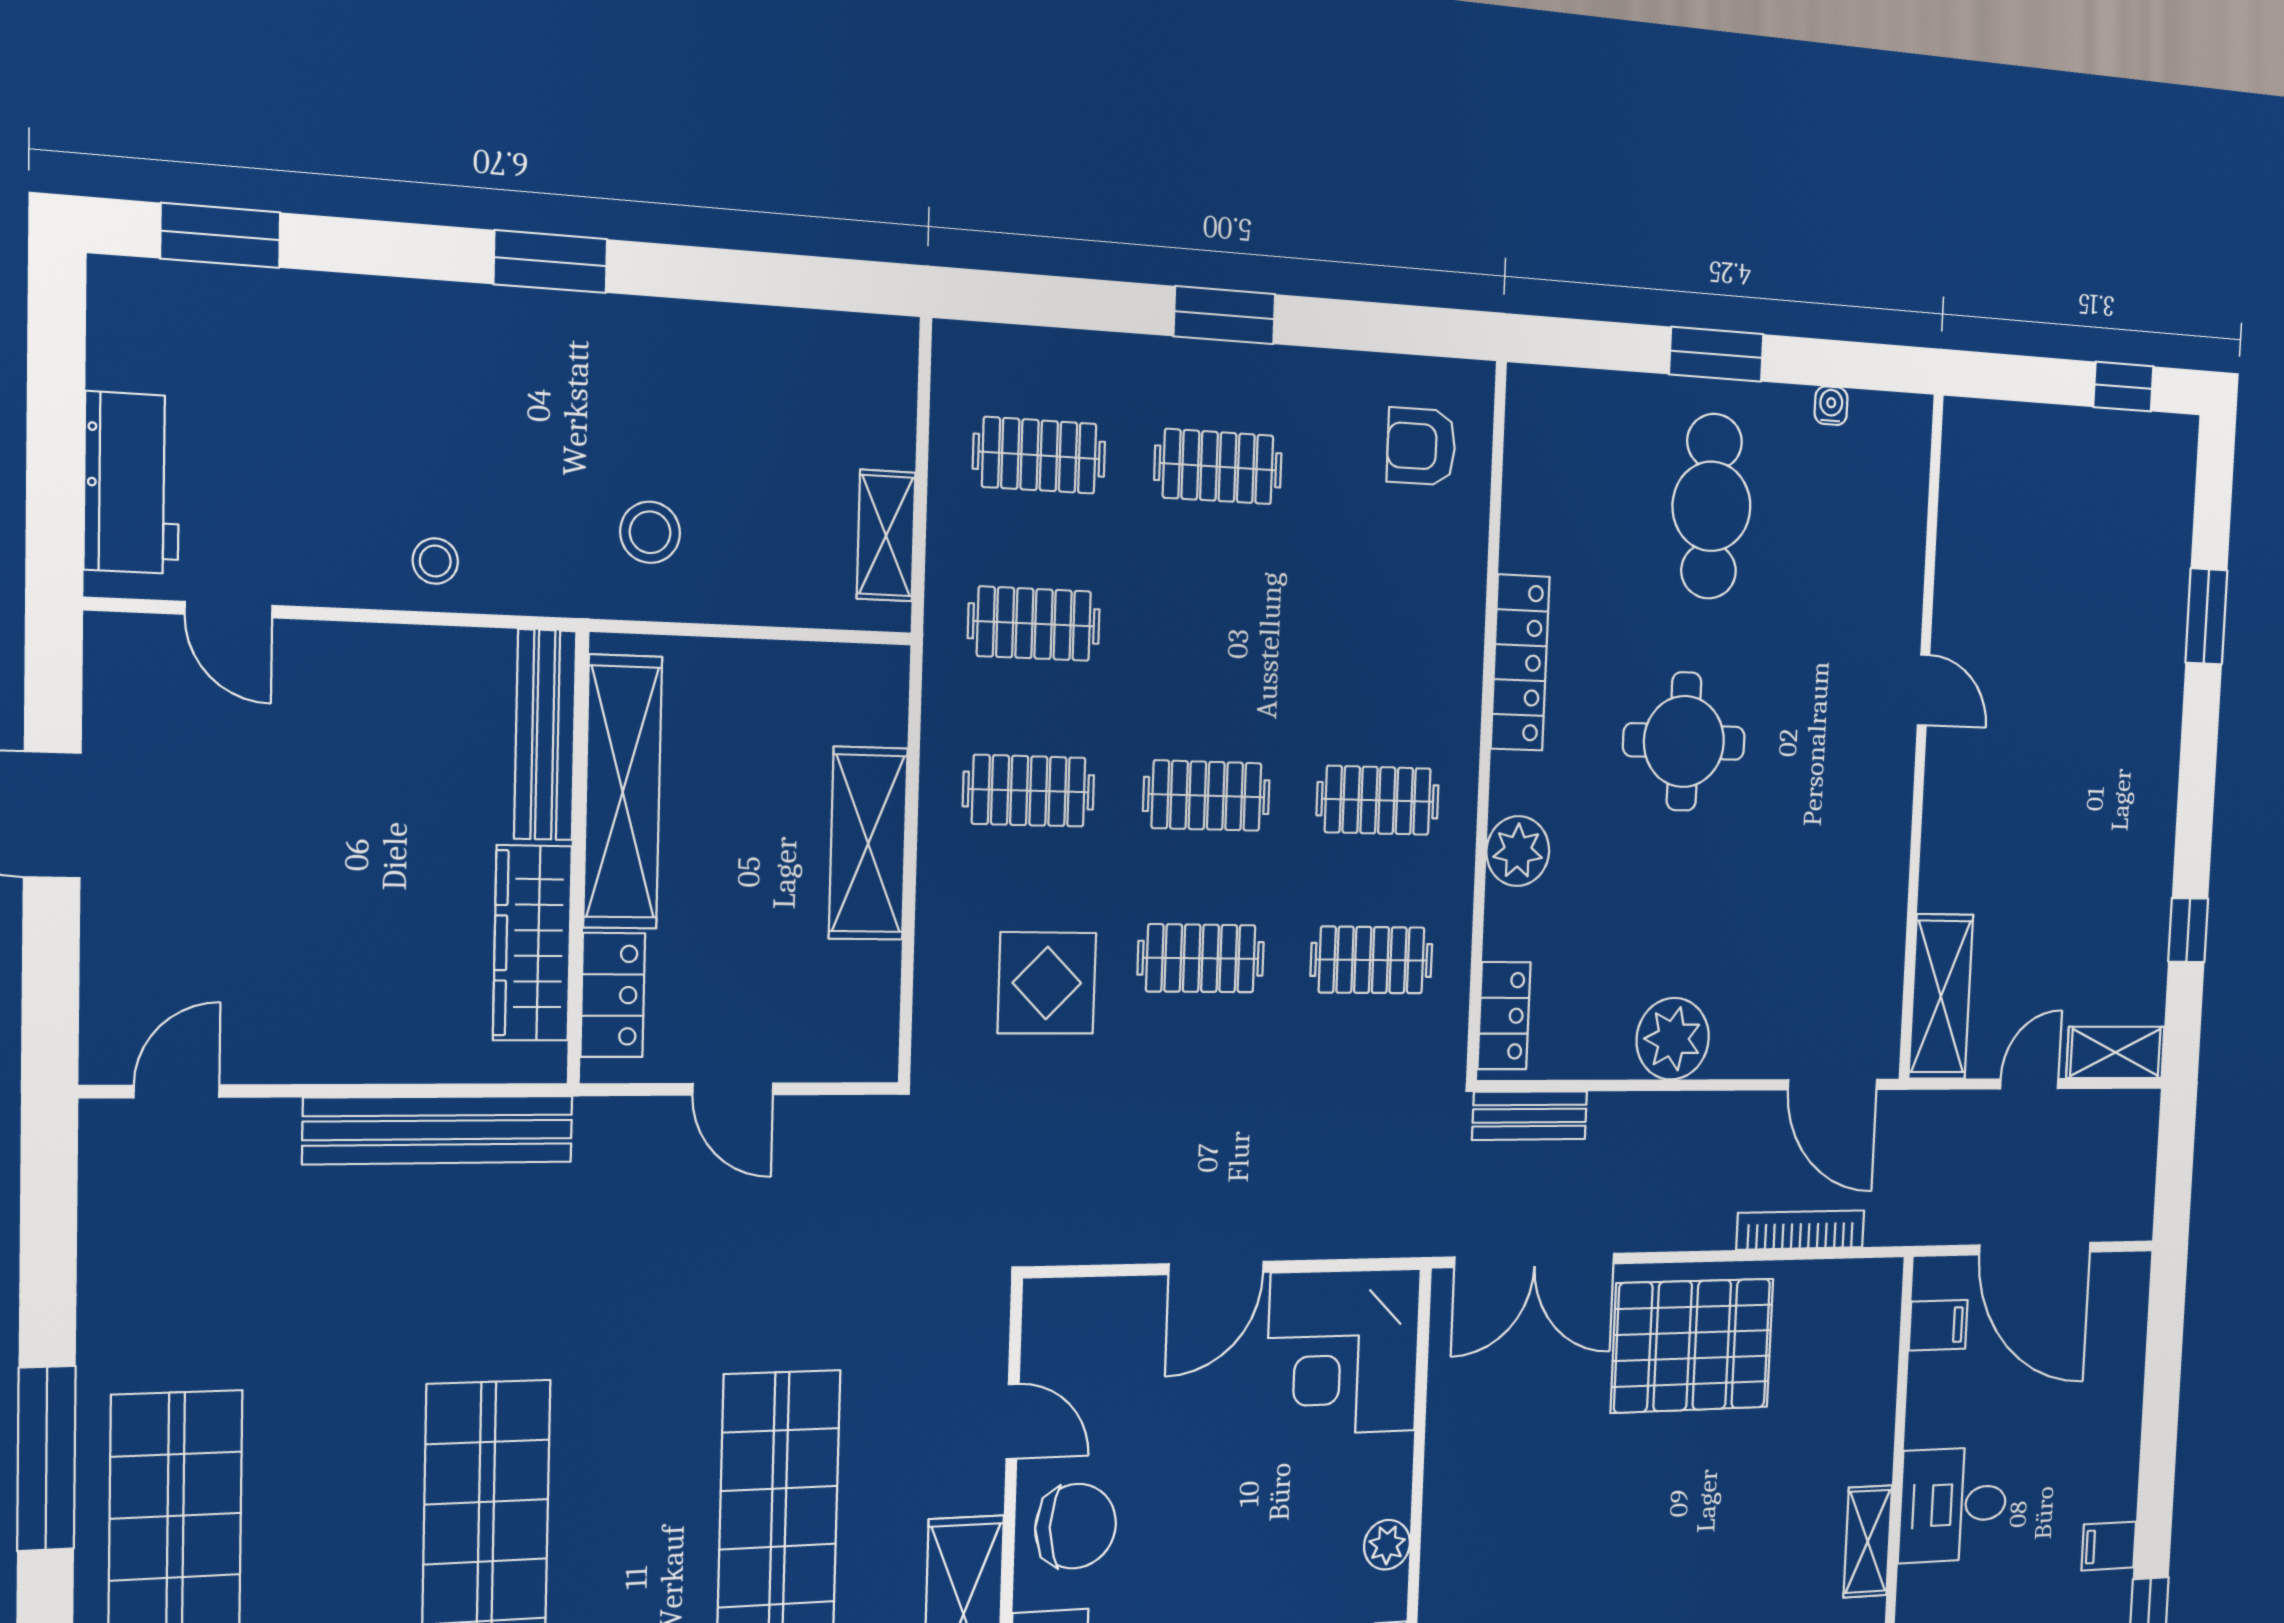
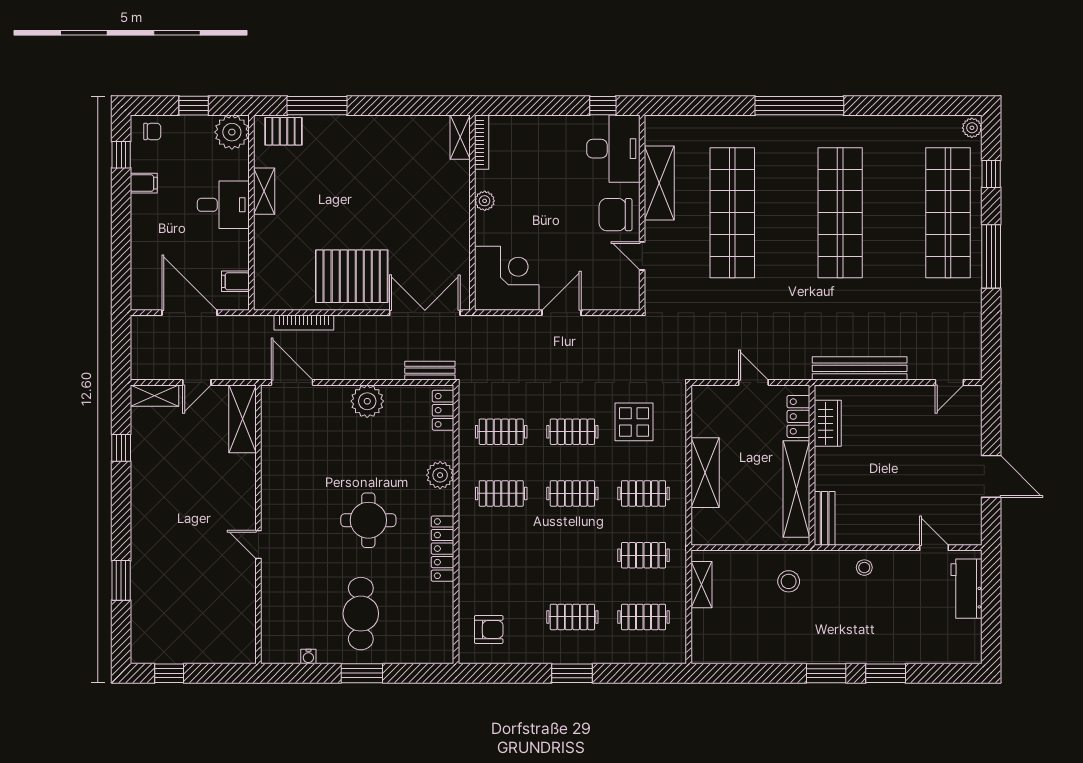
window: (220, 235) -> (886, 673), moved
bench: (545, 735) -> (825, 518), width x0.73
wardrobe: (532, 943) -> (828, 423), width x0.67

